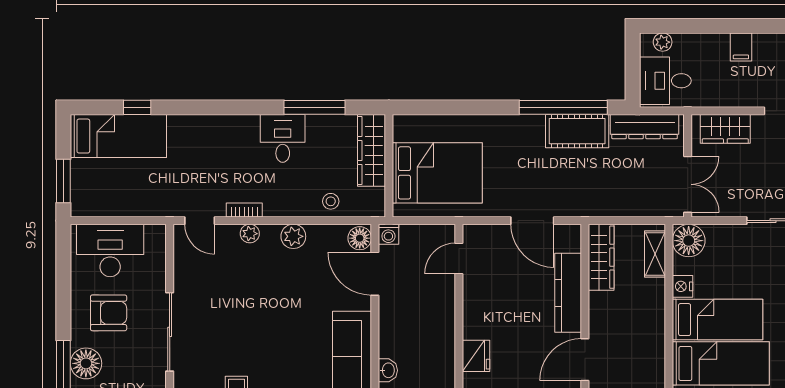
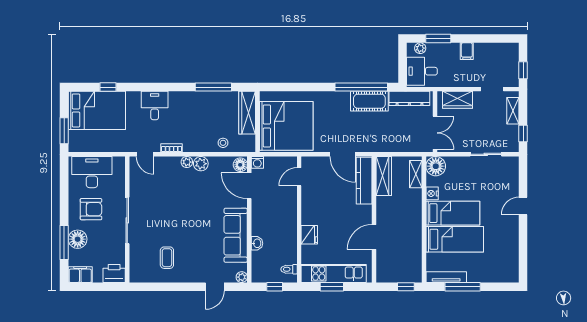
window: (693, 26) -> (438, 39), added
bed: (118, 136) -> (97, 110), width x1.50
desk: (283, 138) -> (155, 106), moved
bed: (437, 173) -> (286, 126), width x1.36
plant: (250, 234) -> (187, 162), moved
kitchen counter: (568, 293) -> (364, 181), moved

